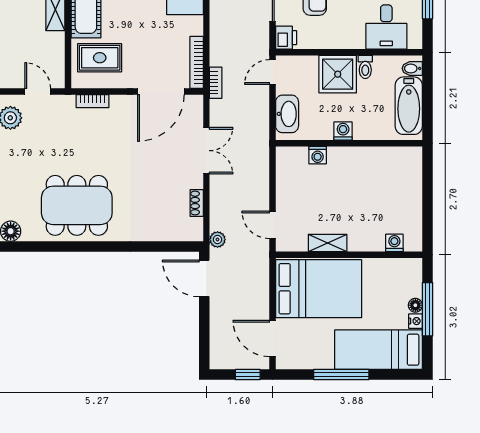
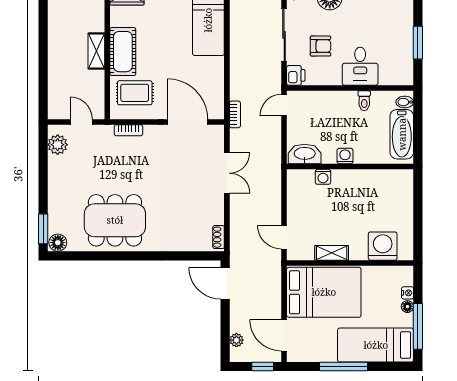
desk: (386, 27) -> (360, 66), moved
bookcase: (197, 62) -> (218, 97), removed
shower: (338, 74) -> (340, 107), removed
door: (161, 92) -> (188, 122), swing flipped
washbasin: (287, 114) -> (305, 154), moved, turned -90
shoe rack: (197, 203) -> (219, 237), moved
plant: (217, 239) -> (236, 340), moved
washing machine: (394, 243) -> (383, 246), width x1.89, depth x1.89
window: (427, 309) -> (418, 326), moved
nightstand: (415, 321) -> (408, 293), moved

